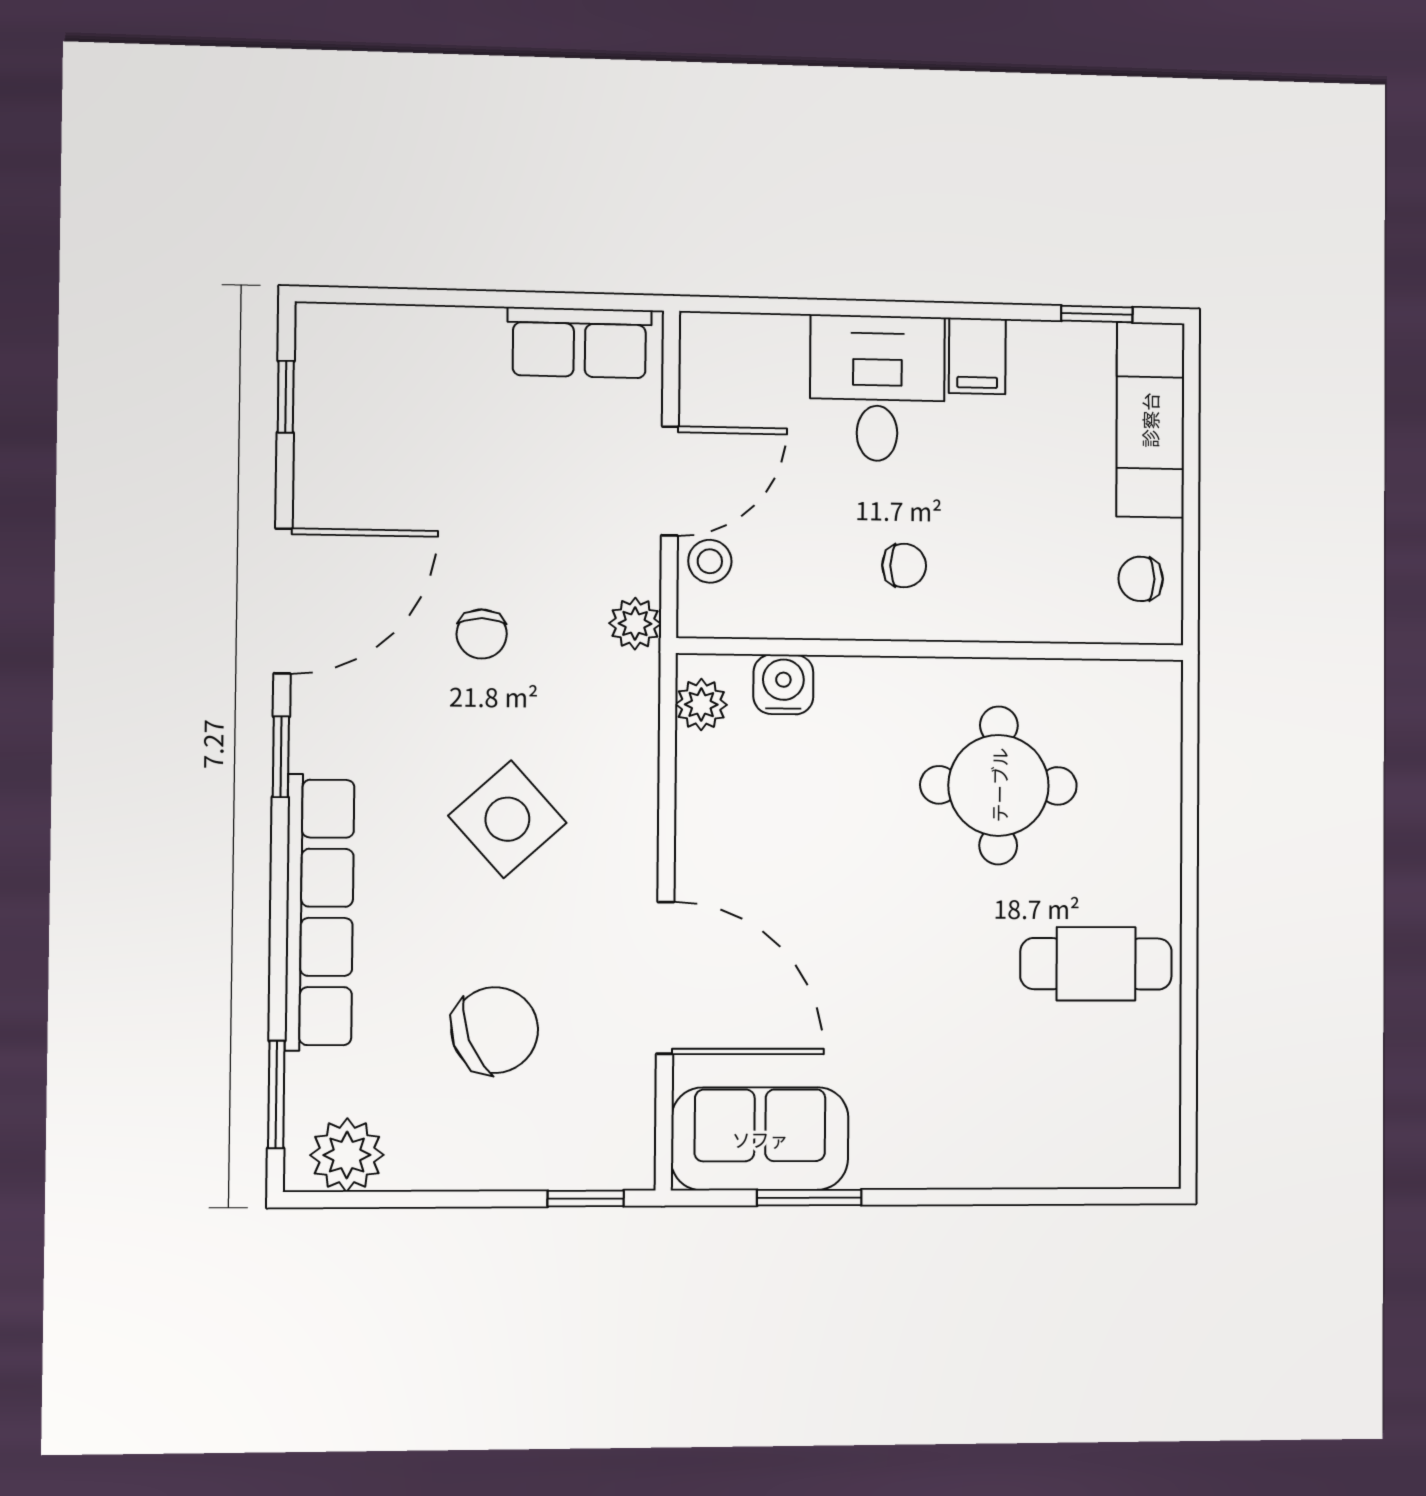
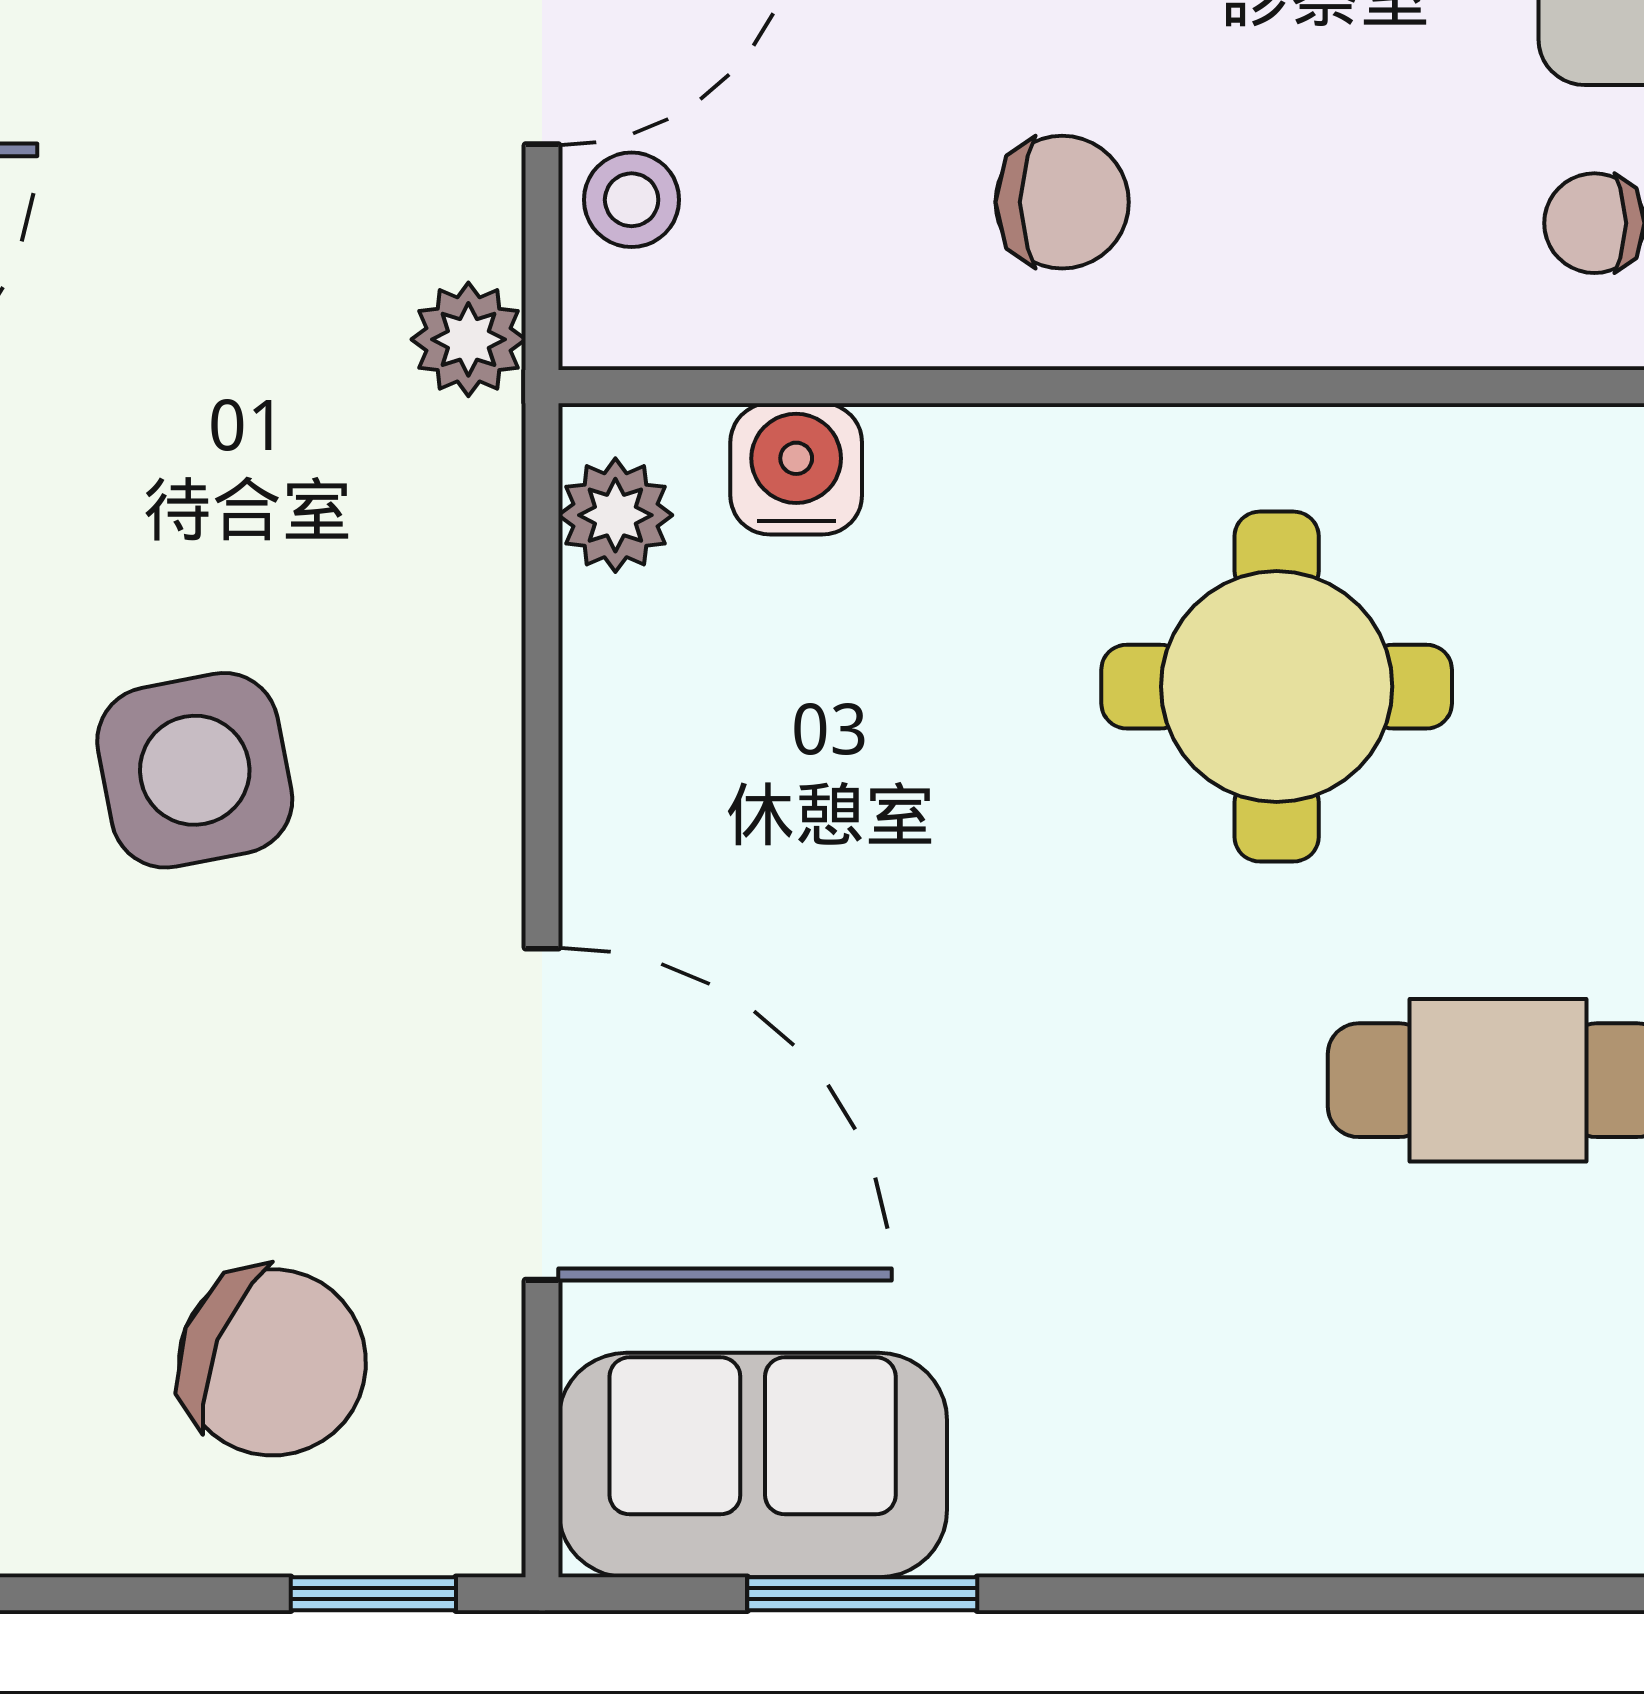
chair: (904, 566) -> (1062, 202), width x1.37, depth x1.37
chair: (482, 634) -> (134, 367), removed
side table: (507, 819) -> (195, 770), turned 31
chair: (495, 1030) -> (272, 1362), moved, turned 43

